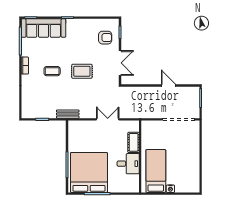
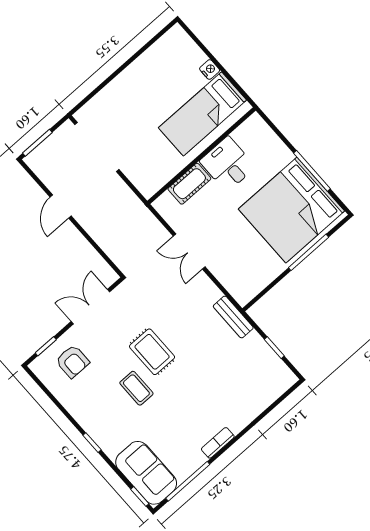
sofa: (44, 28) -> (146, 473), width x0.73
armchair: (105, 38) -> (72, 361), turned 180
coffee table: (52, 71) -> (136, 388), moved

